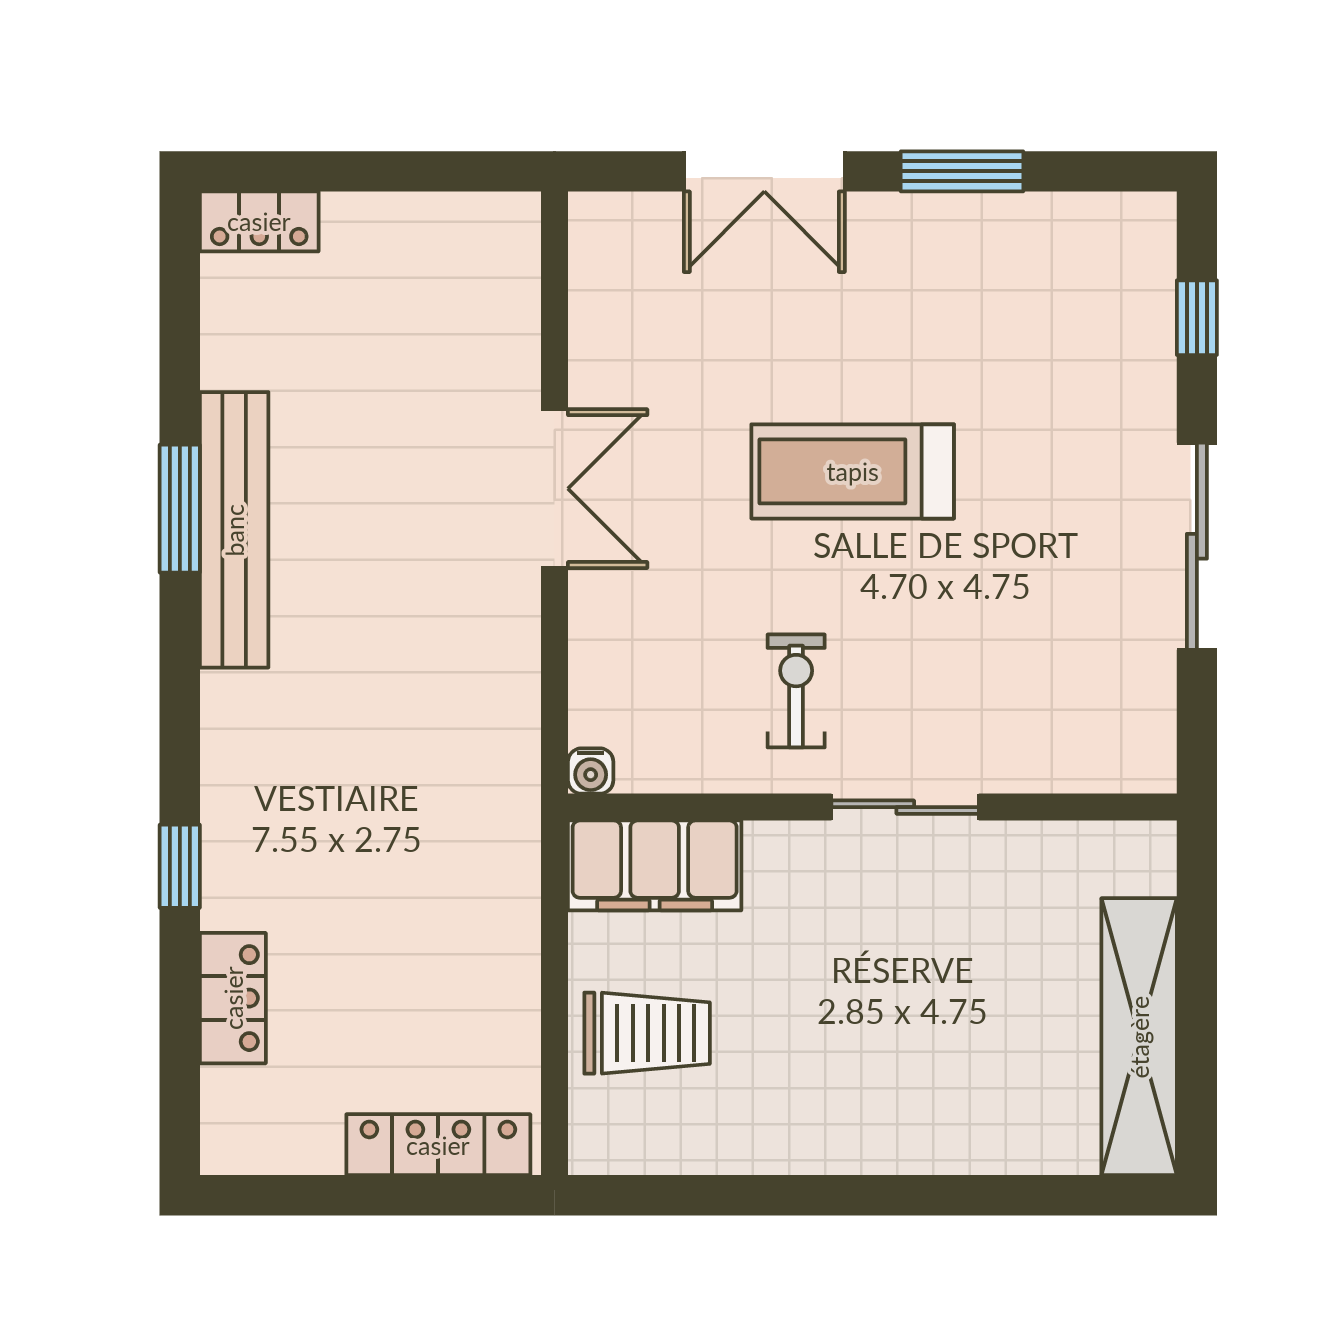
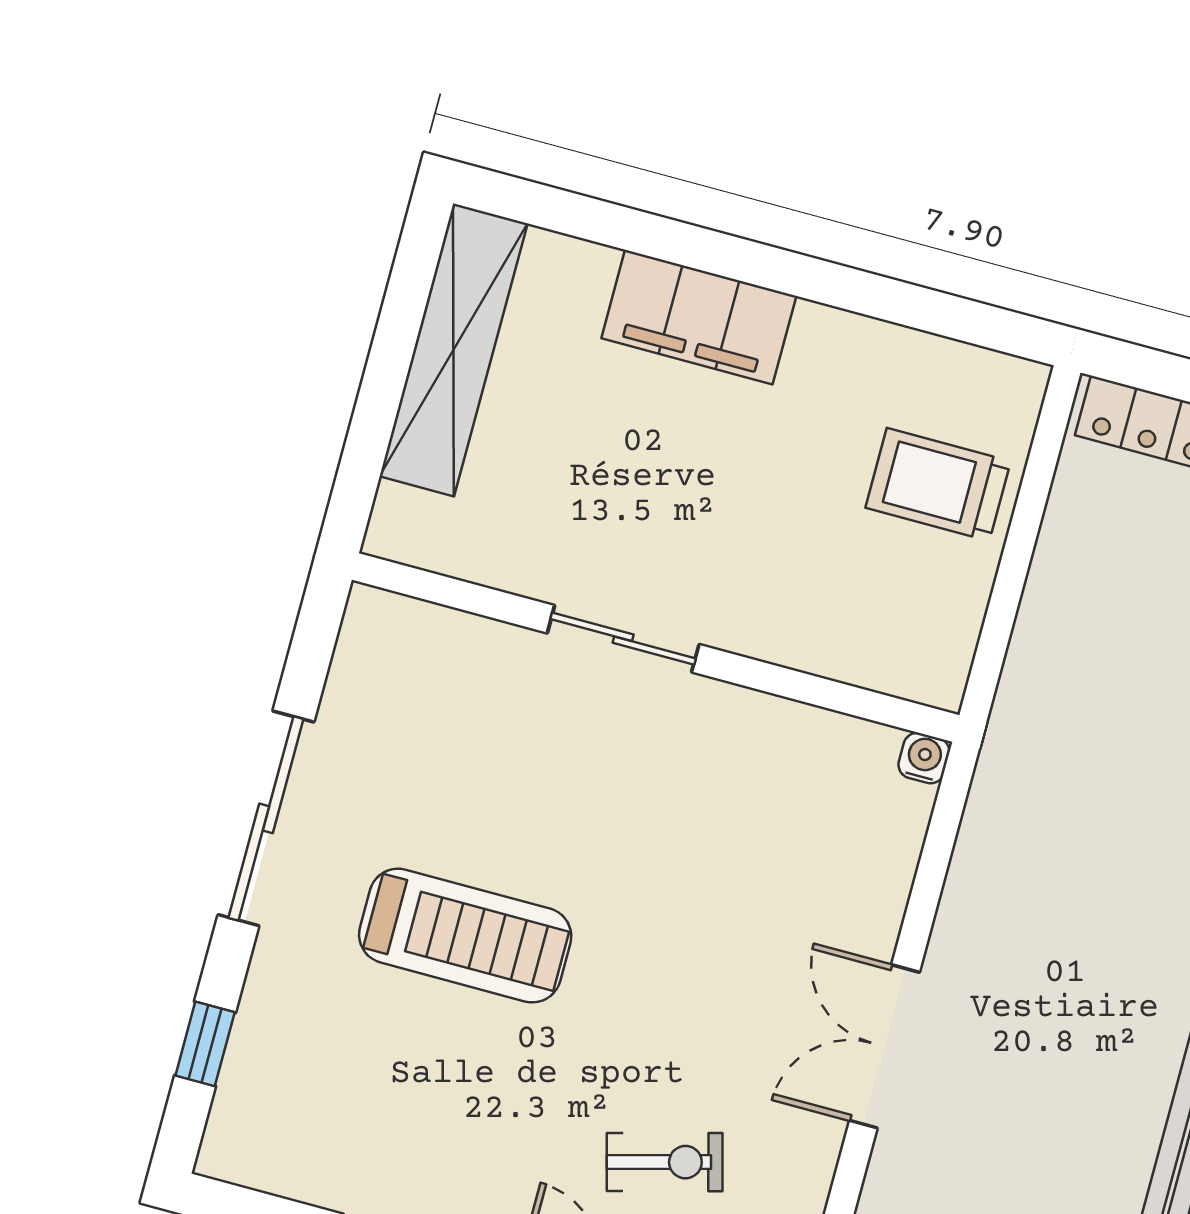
treadmill: (853, 471) -> (465, 936), moved
exercise bike: (796, 691) -> (665, 1162), moved, turned -105
filing cabinet: (655, 865) -> (699, 317), moved, turned 180

